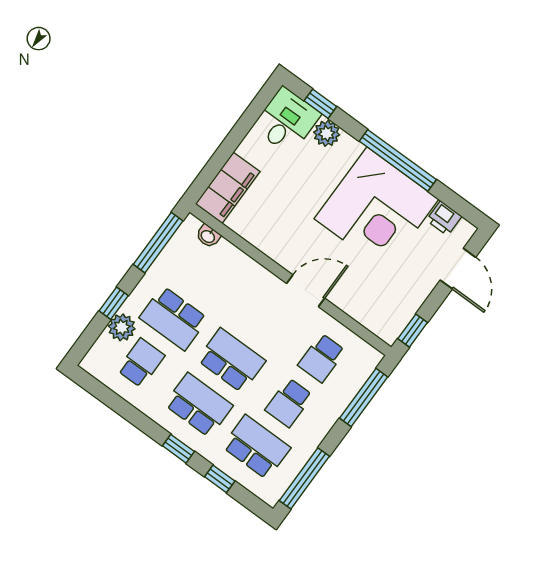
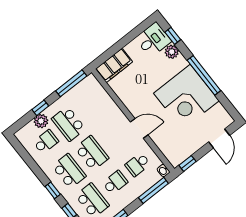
printer: (444, 218) -> (219, 111), removed
washbasin: (208, 236) -> (163, 171), moved
school desk: (289, 403) -> (115, 183), turned 180

